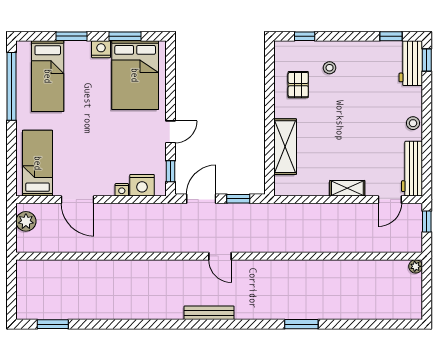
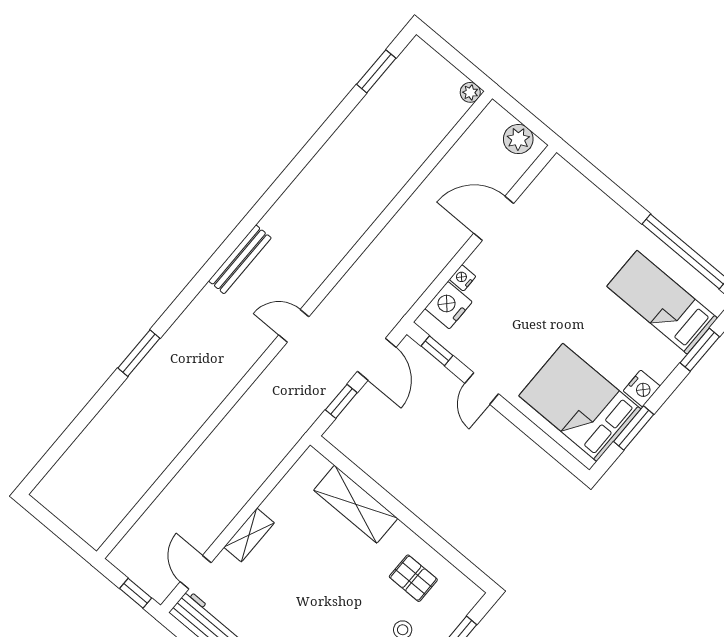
window: (72, 36) -> (700, 350), moved
bed: (38, 163) -> (573, 208), removed
plant: (416, 266) -> (470, 92), moved

